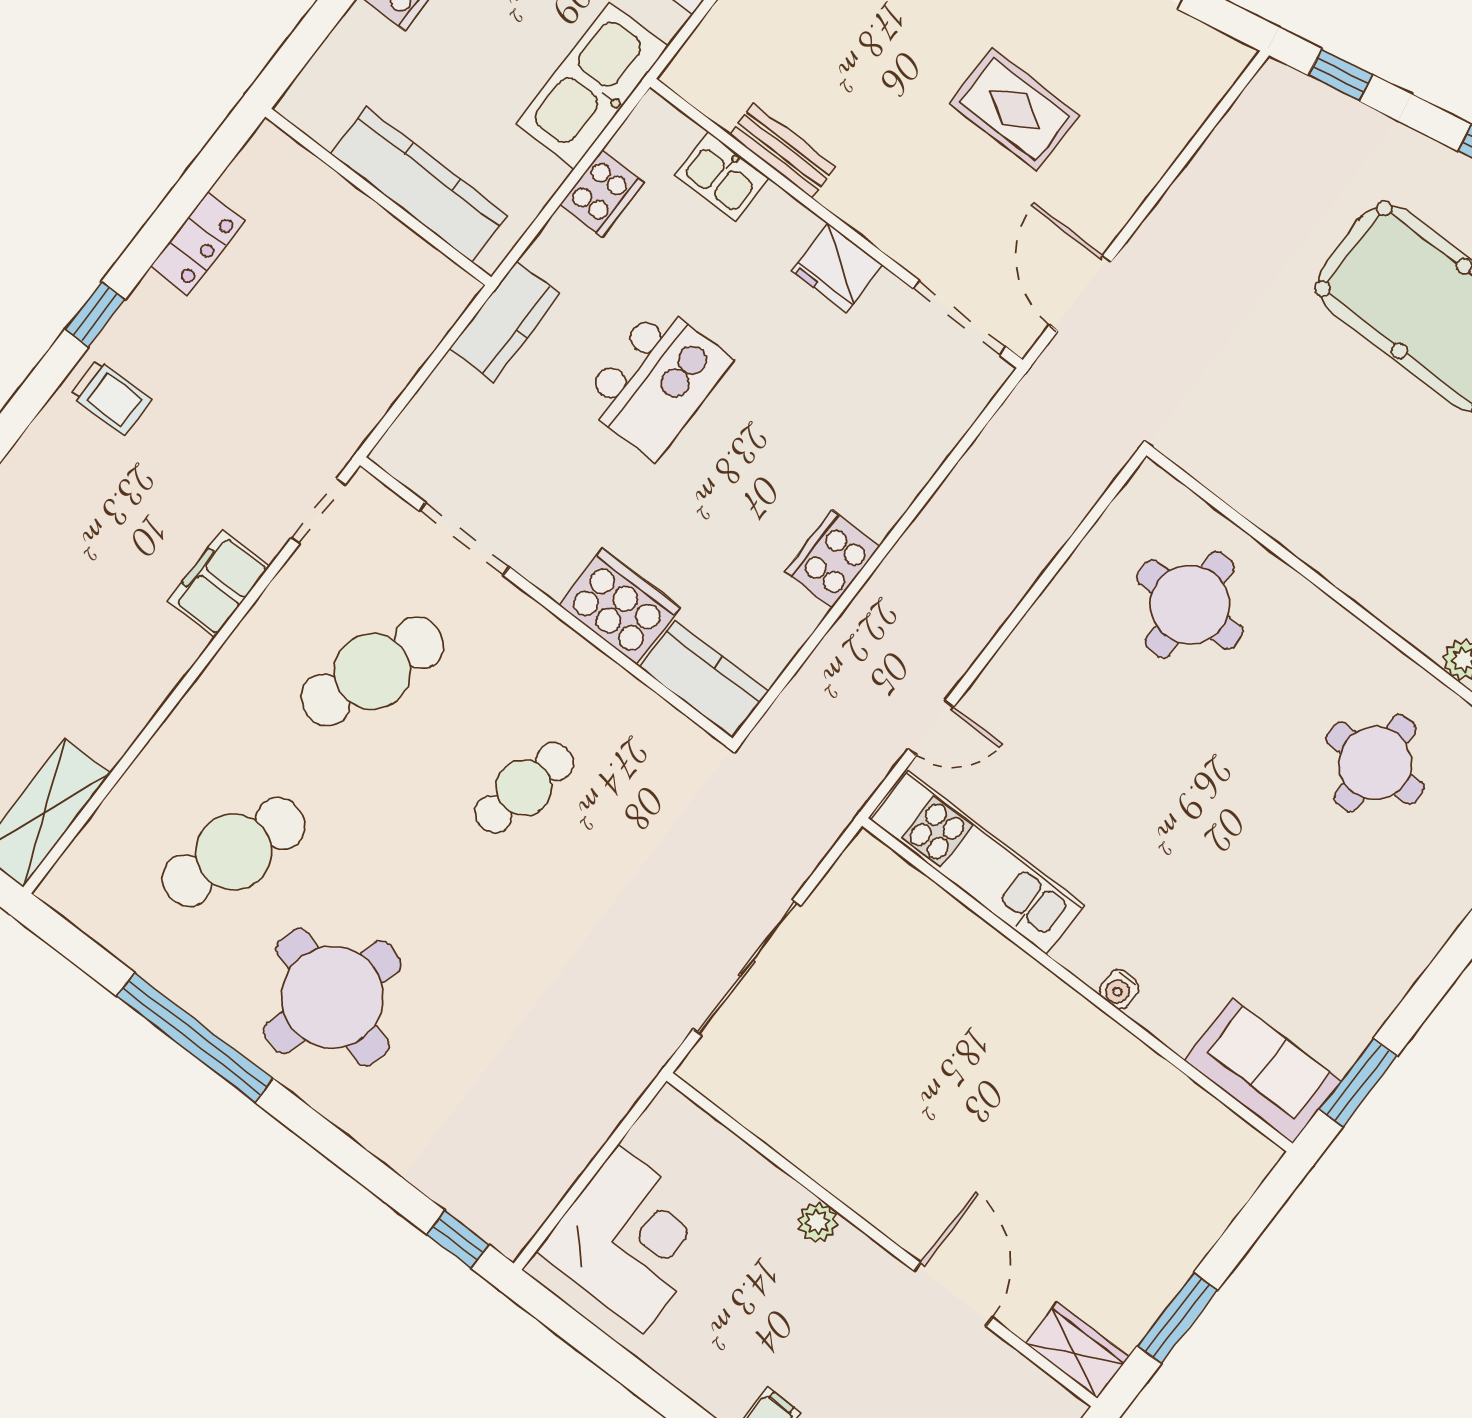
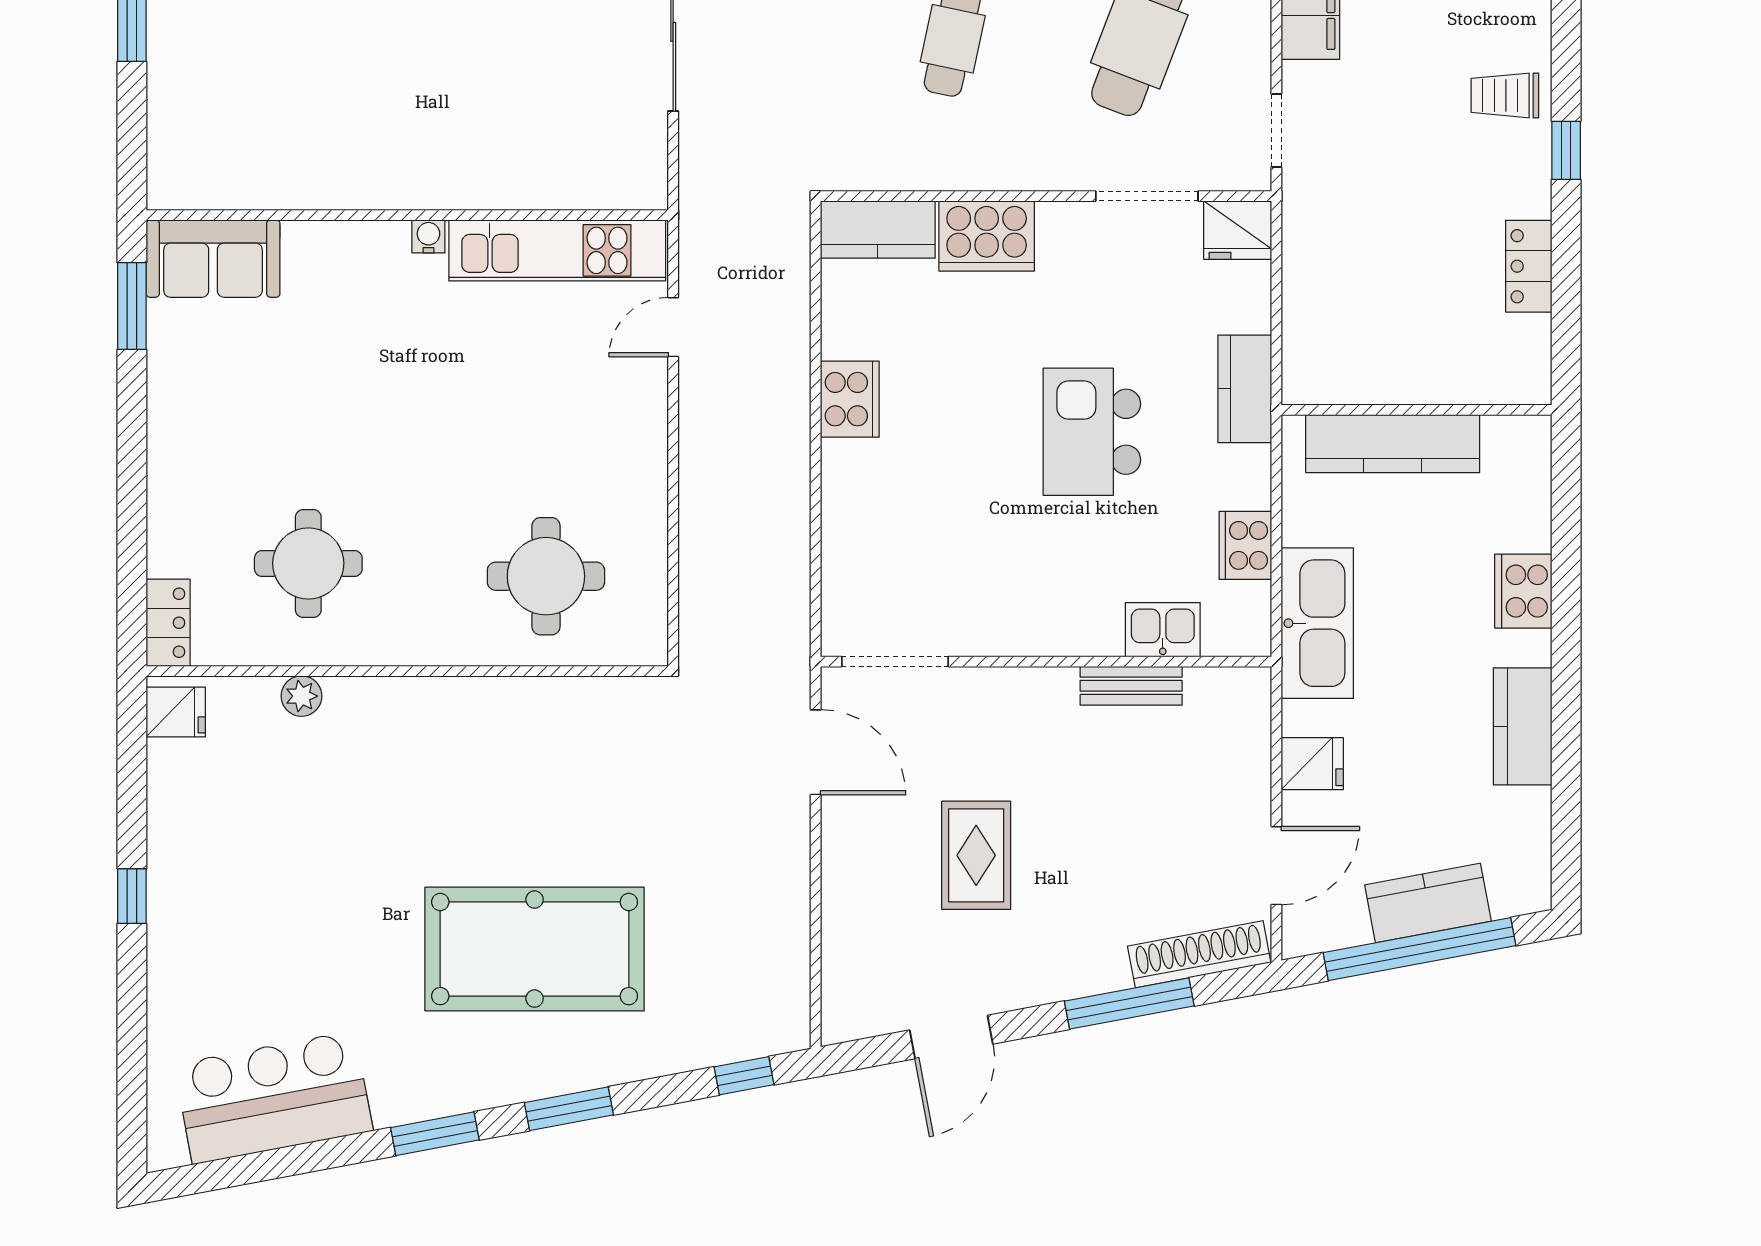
rug: (1014, 109) -> (976, 855), turned 90
fridge: (837, 268) -> (1238, 230), moved, turned 180
water cooler: (1119, 989) -> (428, 236), moved

